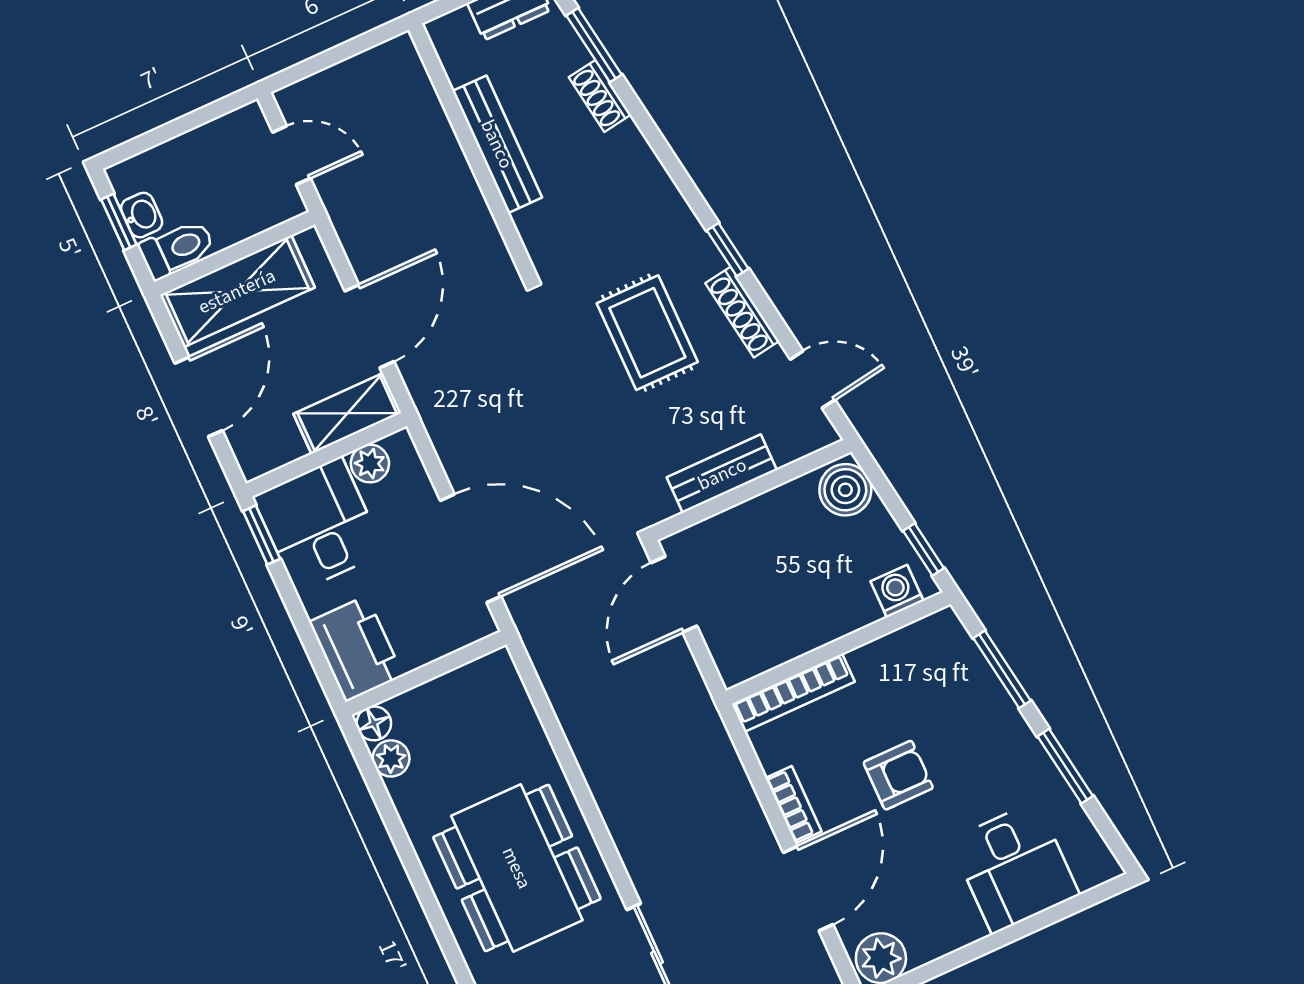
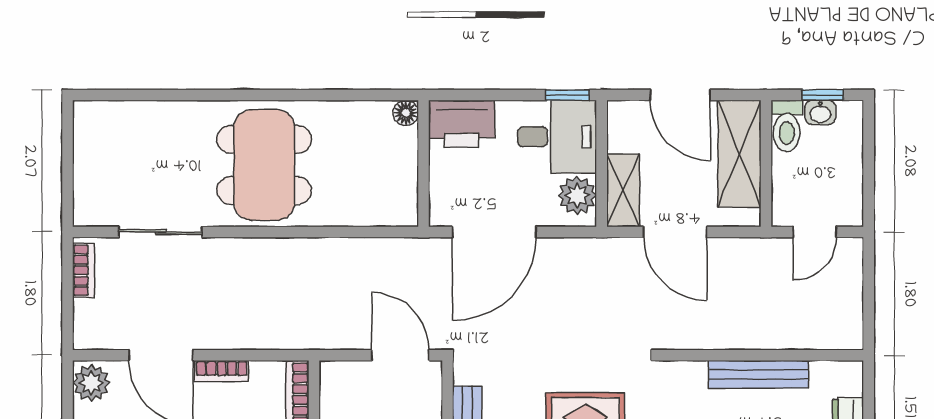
plant: (370, 464) -> (577, 195), width x1.38, depth x1.38
plant: (391, 758) -> (377, 114), removed
dining table: (517, 868) -> (264, 165), turned 90

